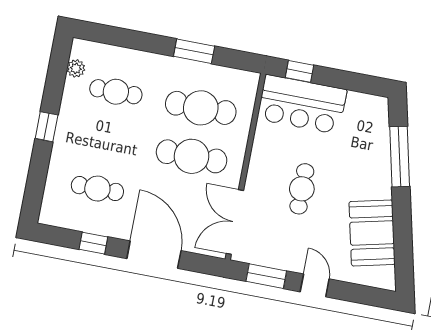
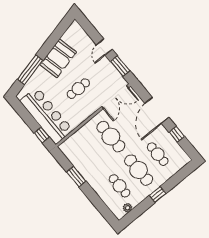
bar counter: (302, 104) -> (46, 115), width x1.36
cafe table: (201, 108) -> (139, 170), moved
booth: (372, 233) -> (58, 58), moved

